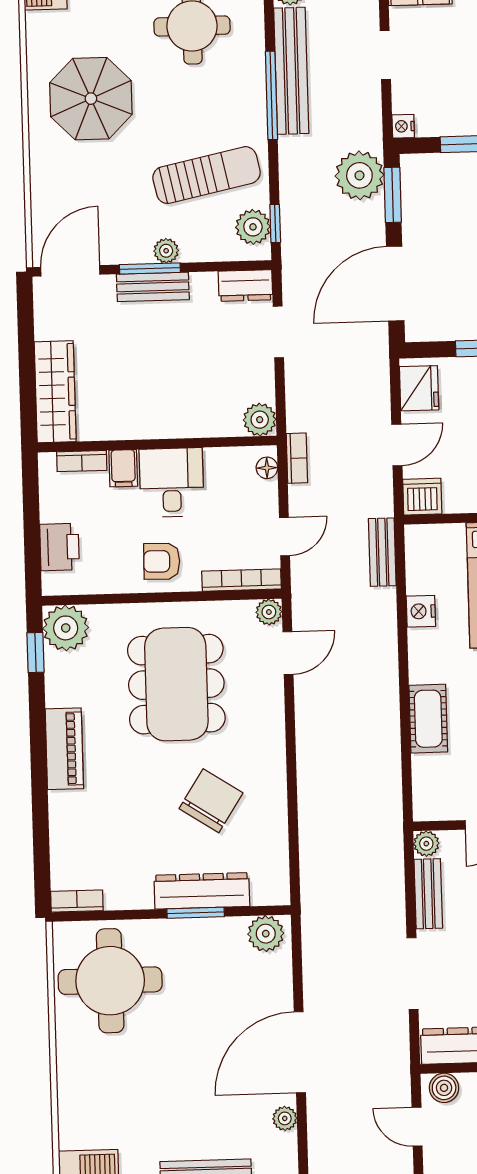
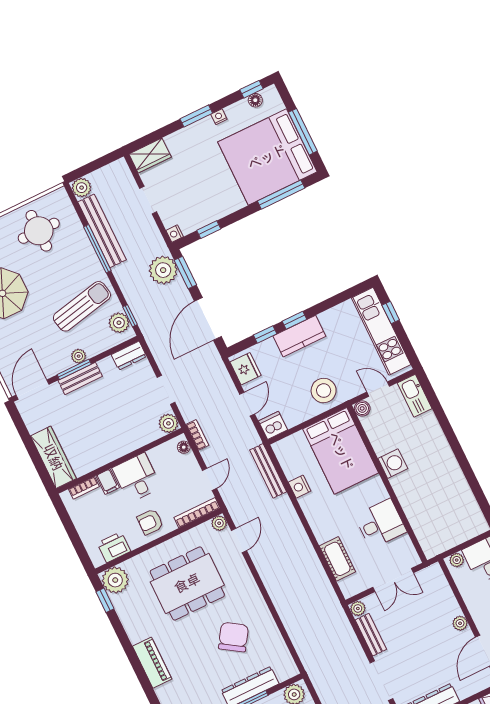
doorway: (278, 332) -> (166, 390), moved
printer: (60, 547) -> (114, 547), moved, turned -90
bench: (382, 552) -> (268, 471), width x1.36
dining table: (176, 684) -> (187, 583), turned 90
cot: (428, 719) -> (337, 559), moved
piano: (64, 749) -> (152, 663), moved

